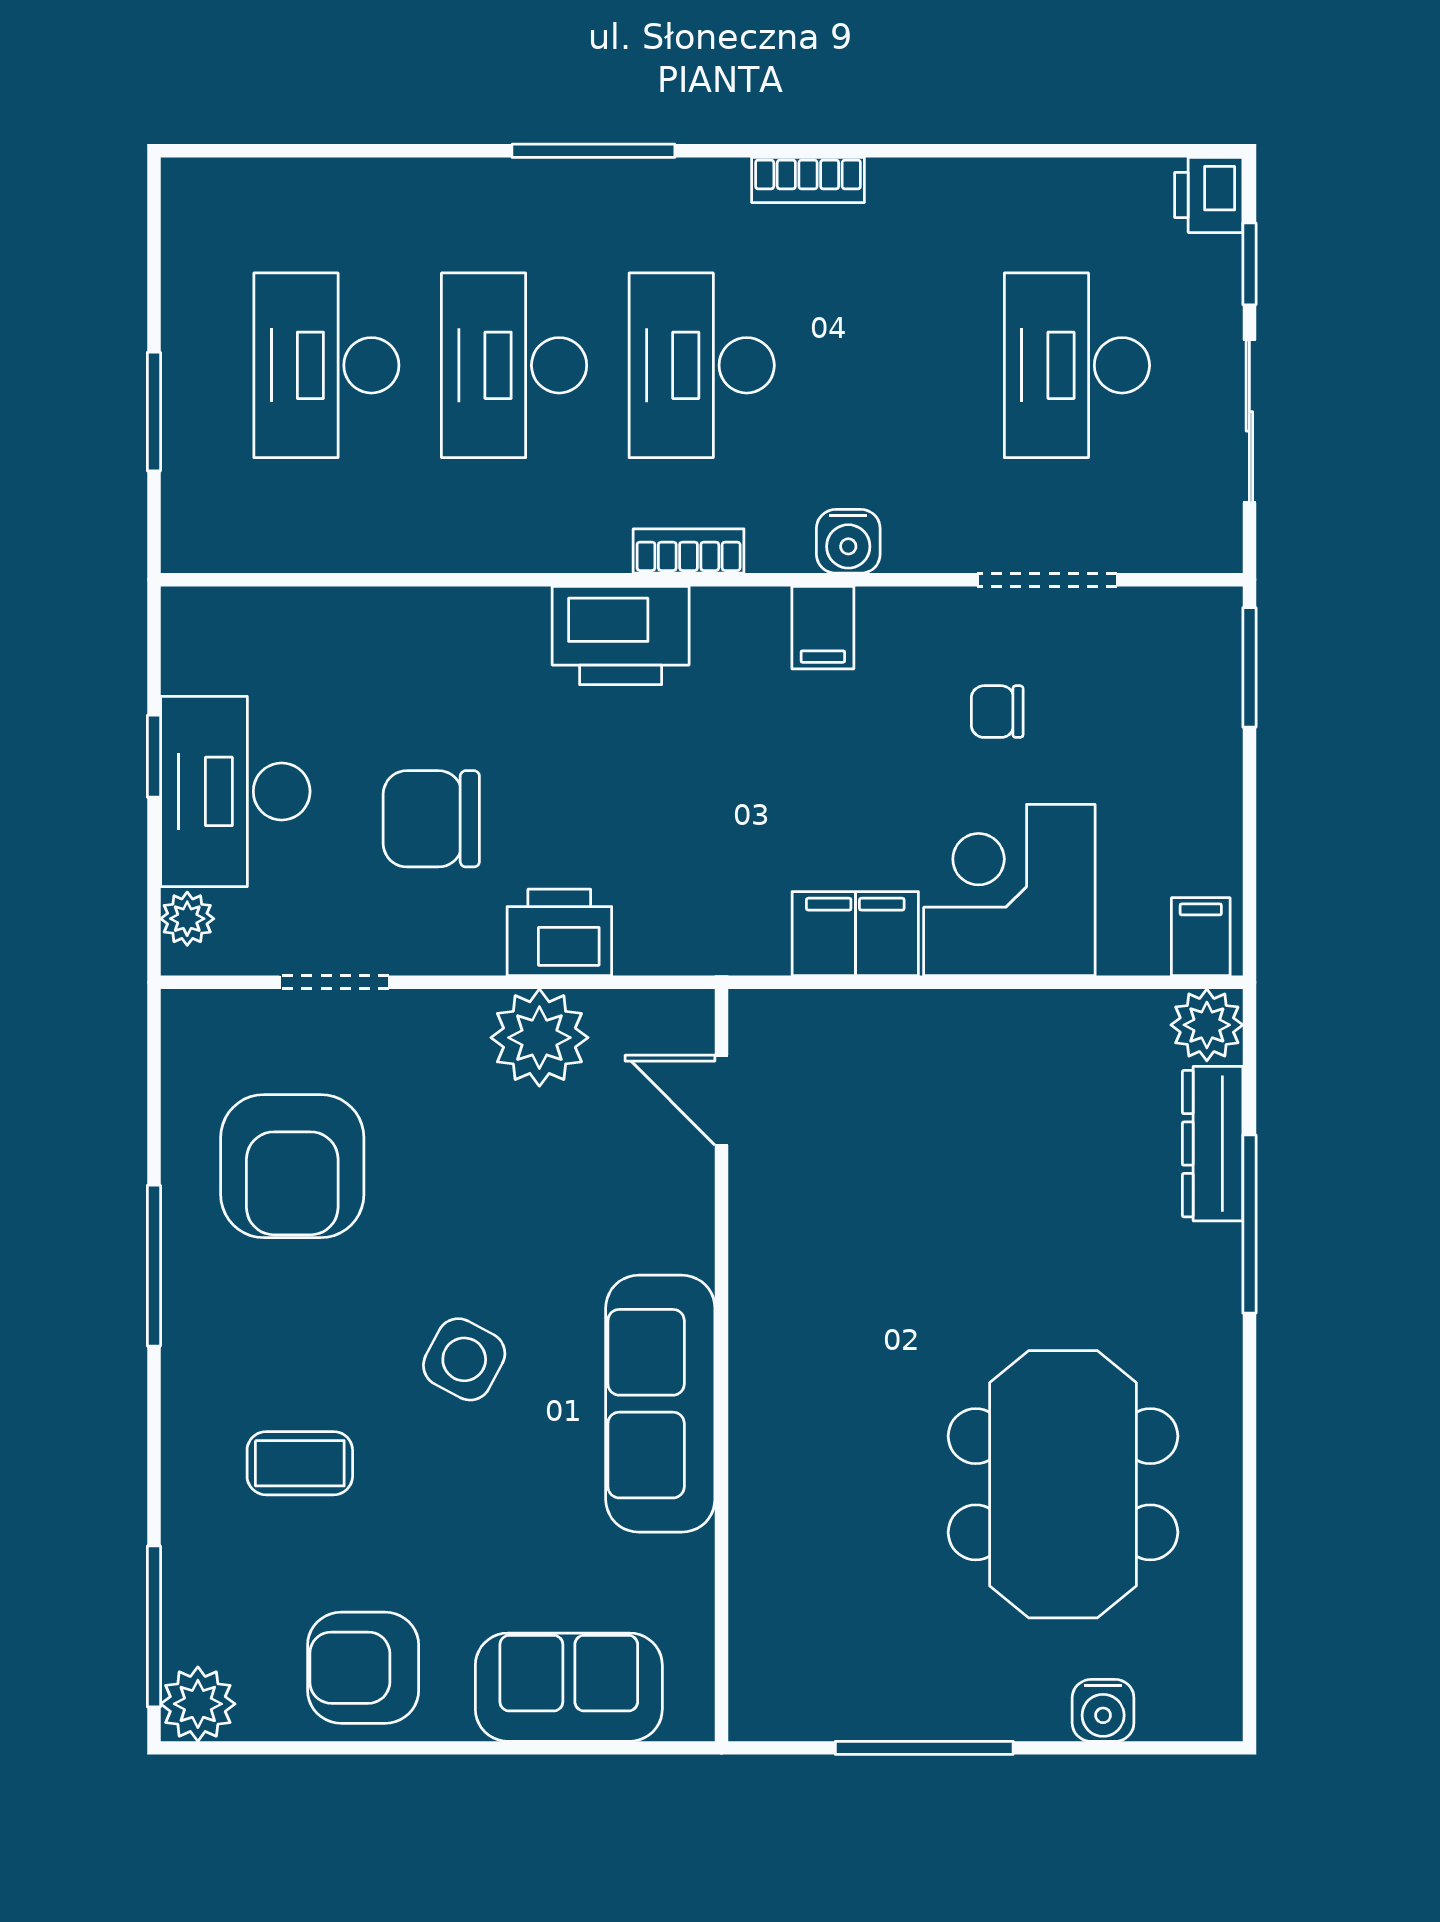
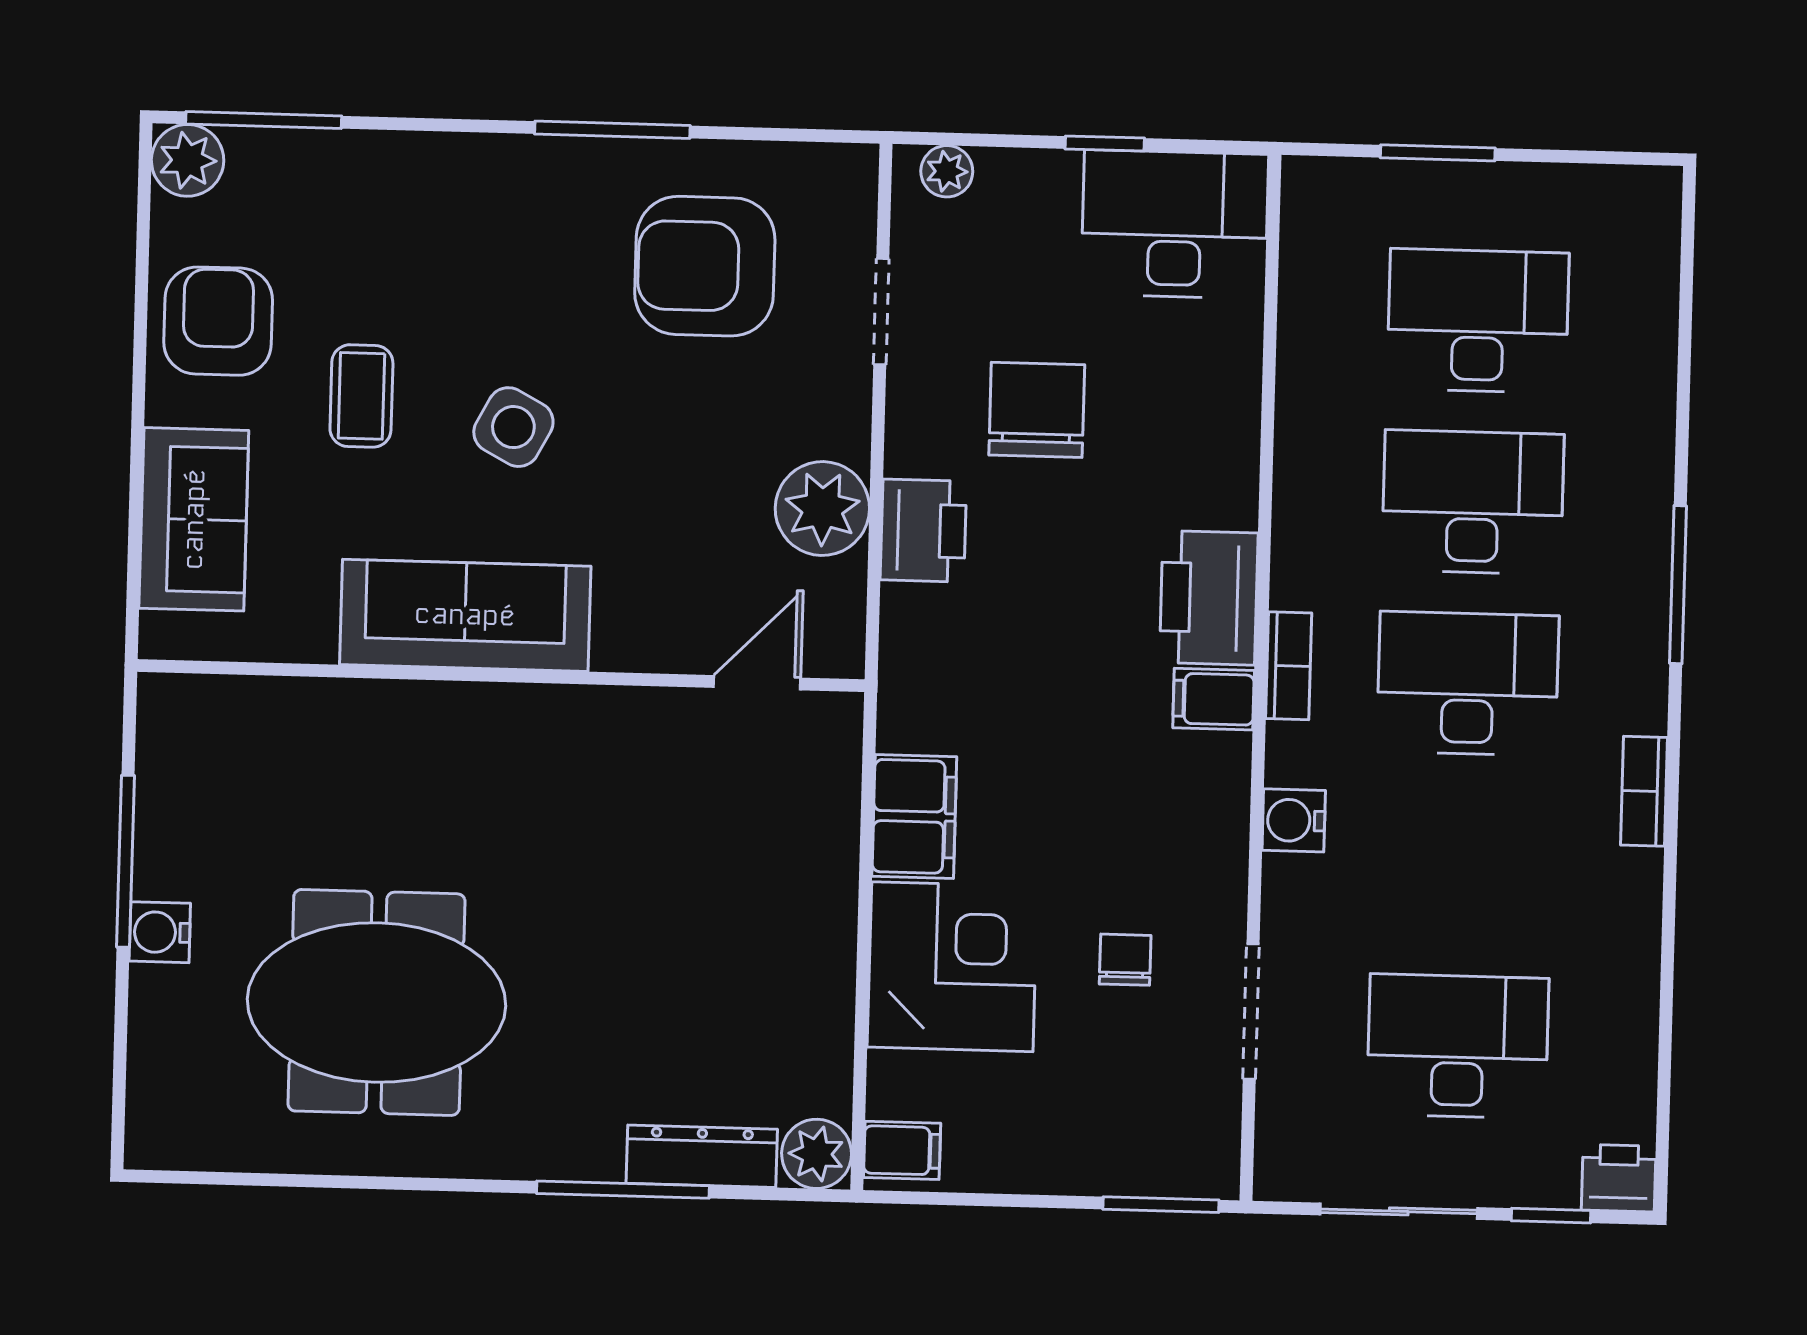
filing cabinet: (823, 628) -> (1214, 699), moved
desk: (235, 791) -> (1175, 224), moved
coffee table: (300, 1463) -> (361, 396), moved
water cooler: (1103, 1710) -> (160, 932), moved

